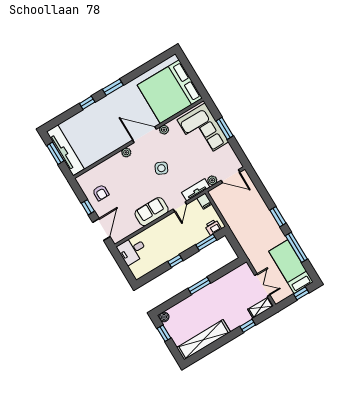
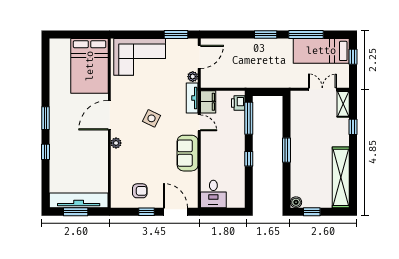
bed: (170, 92) -> (90, 66), width x0.73
window: (225, 128) -> (176, 35), moved
plant: (164, 130) -> (116, 94), removed
filing cabinet: (204, 201) -> (208, 102), width x2.00
window: (206, 242) -> (249, 118), width x1.44

